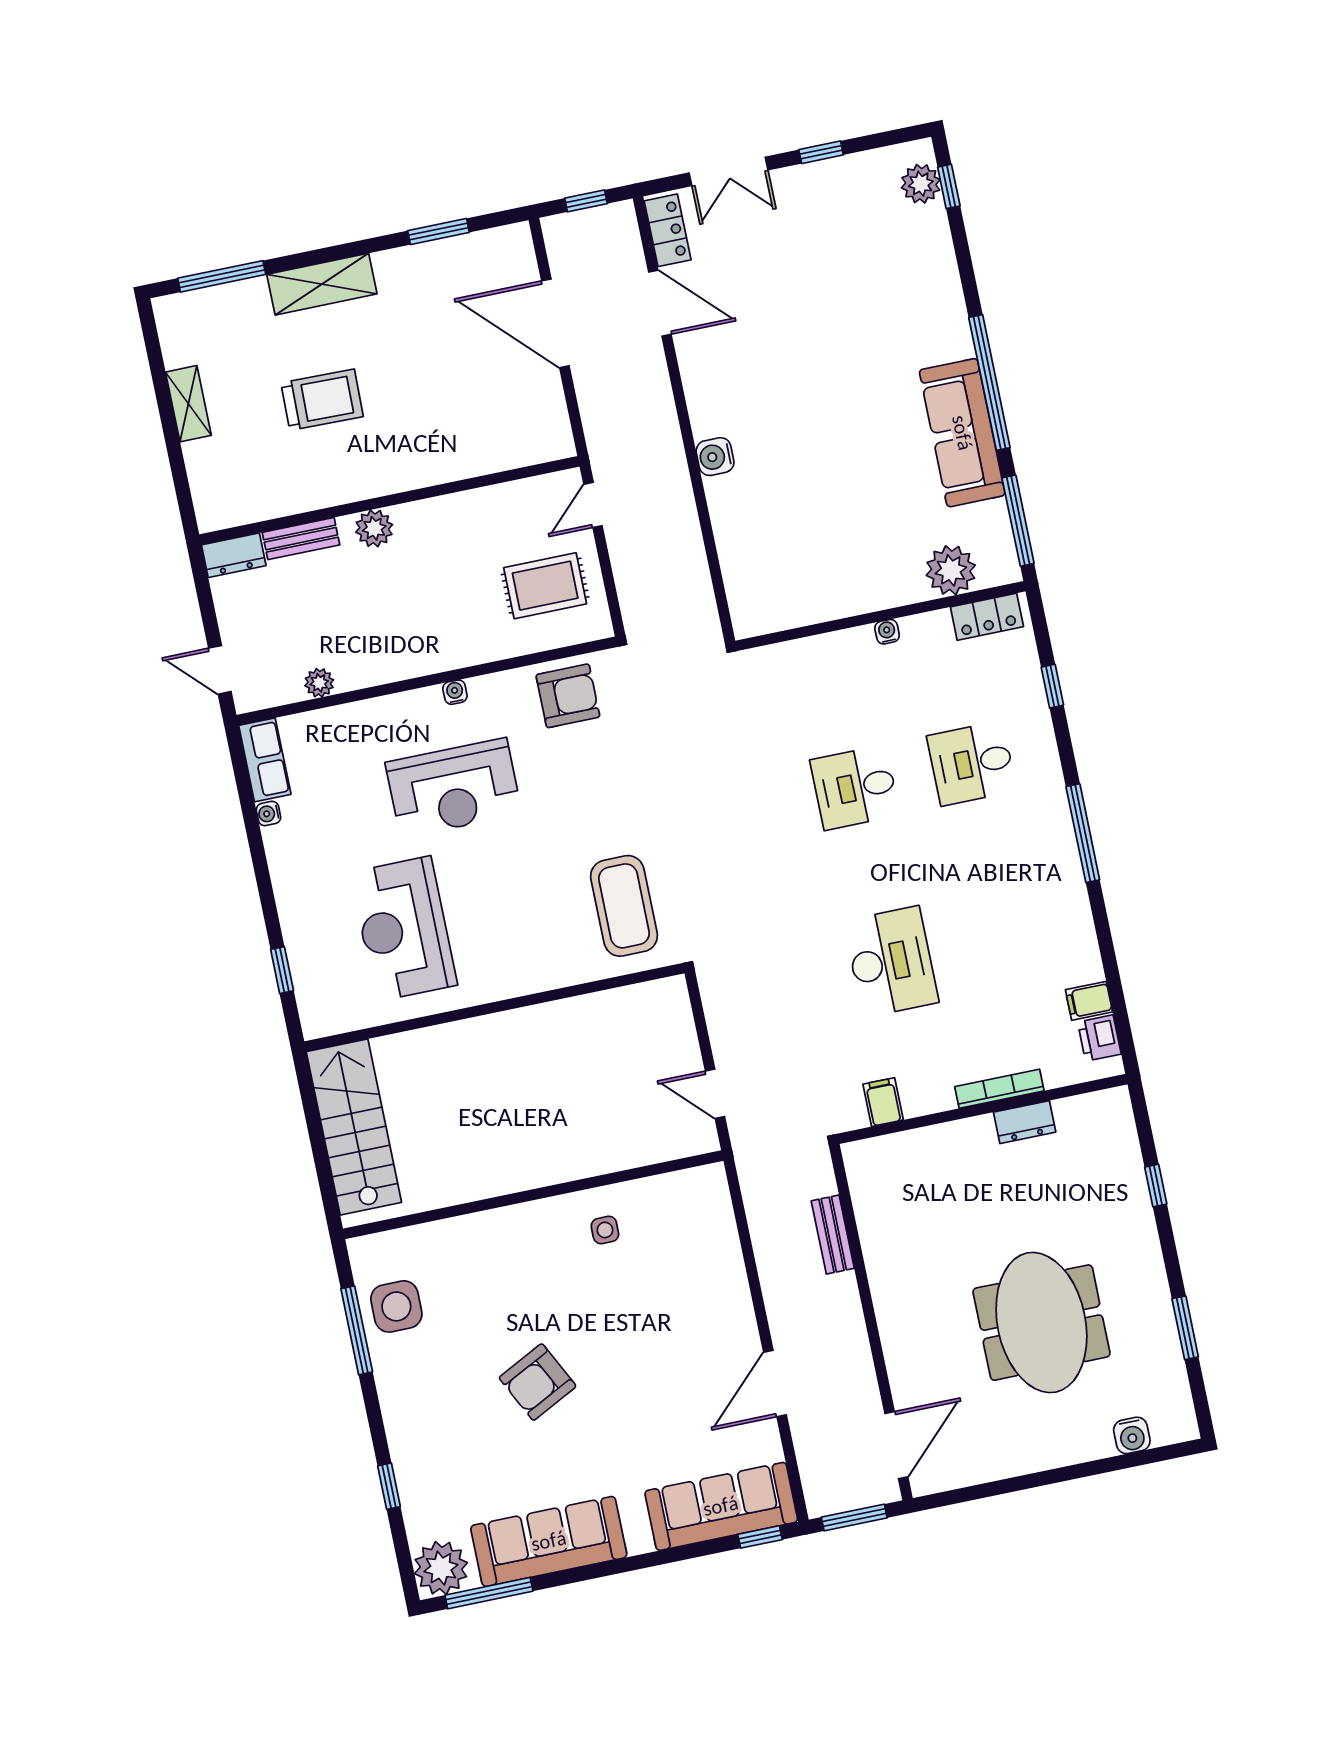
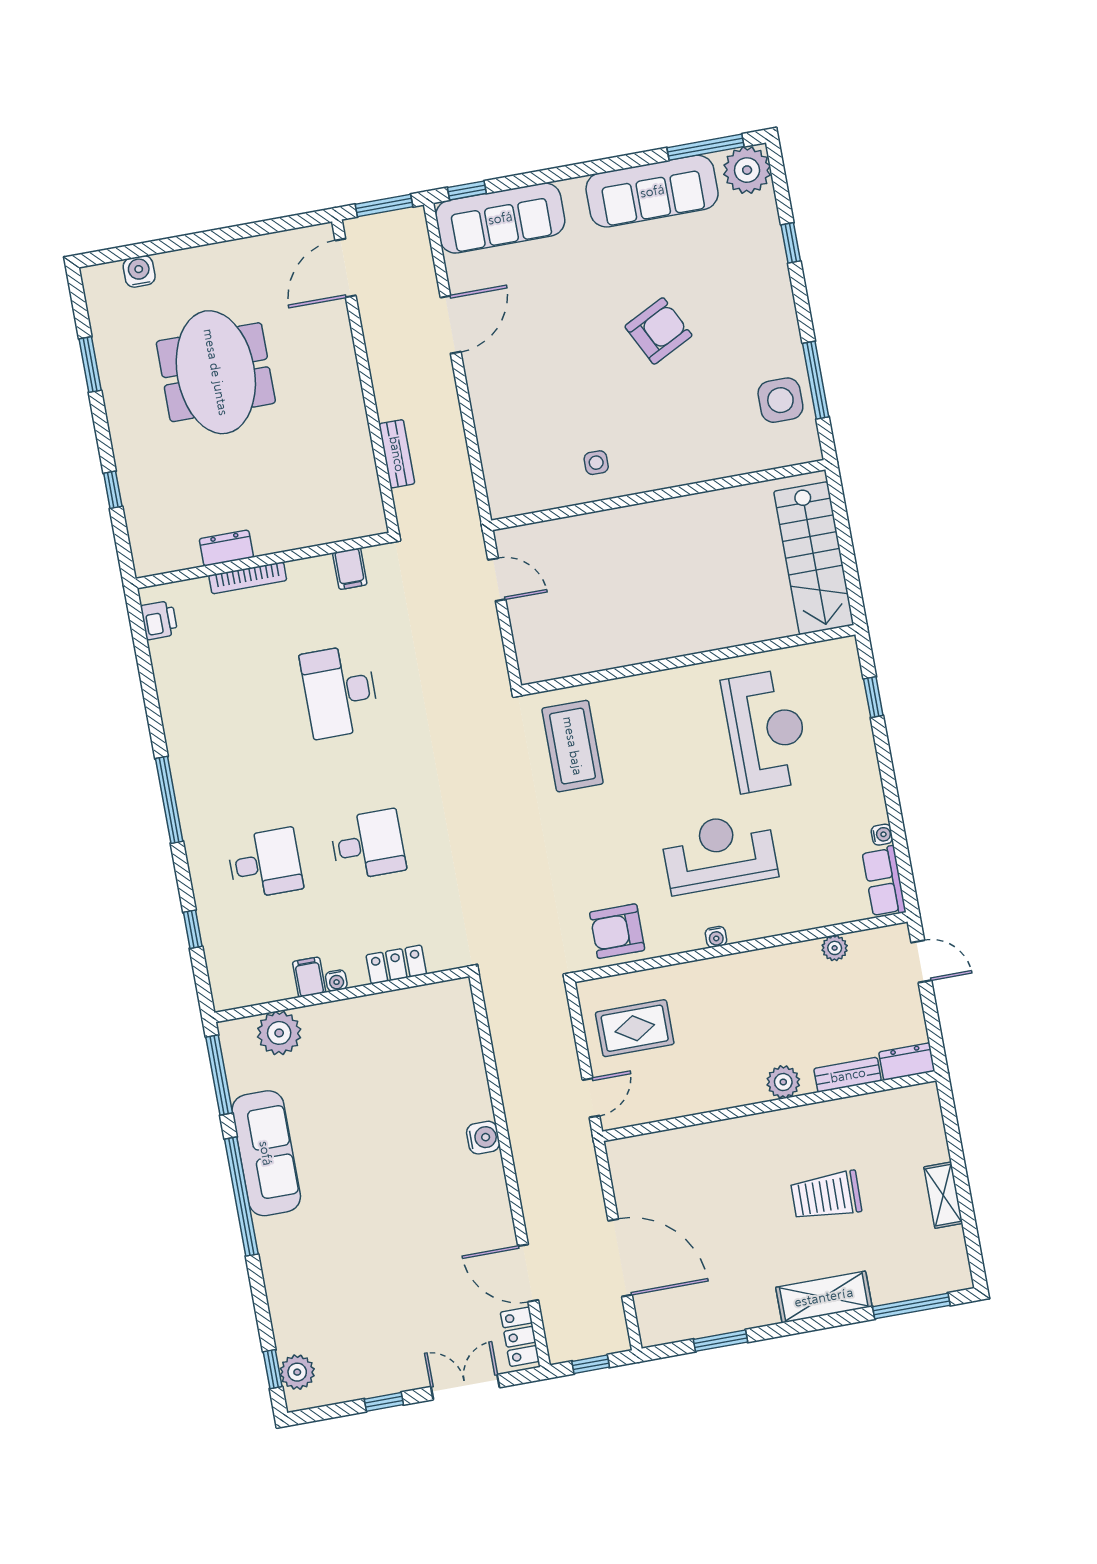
locker: (987, 617) -> (396, 965), moved
filing cabinet: (1089, 1001) -> (309, 977), moved, turned -90

